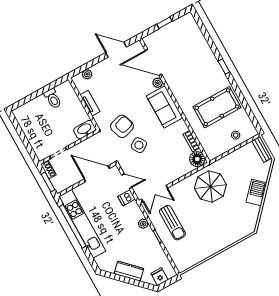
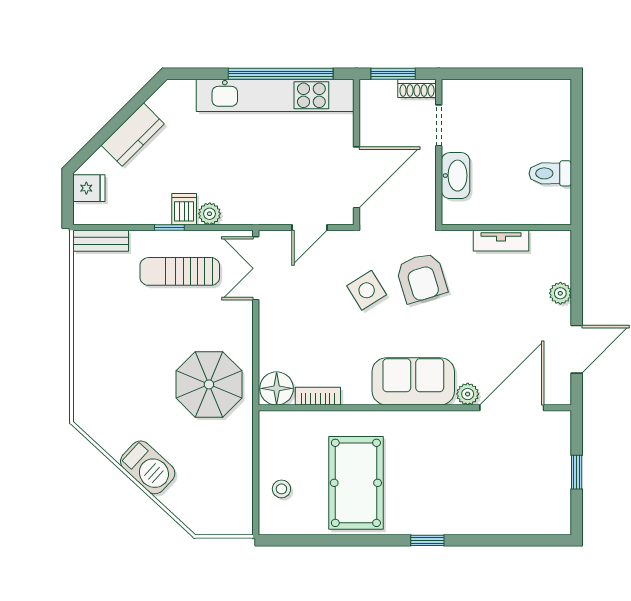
plant: (87, 74) -> (560, 293), moved
washbasin: (85, 130) -> (456, 176), moved
bench: (262, 149) -> (101, 241), moved
dishwasher: (126, 198) -> (184, 209), moved

